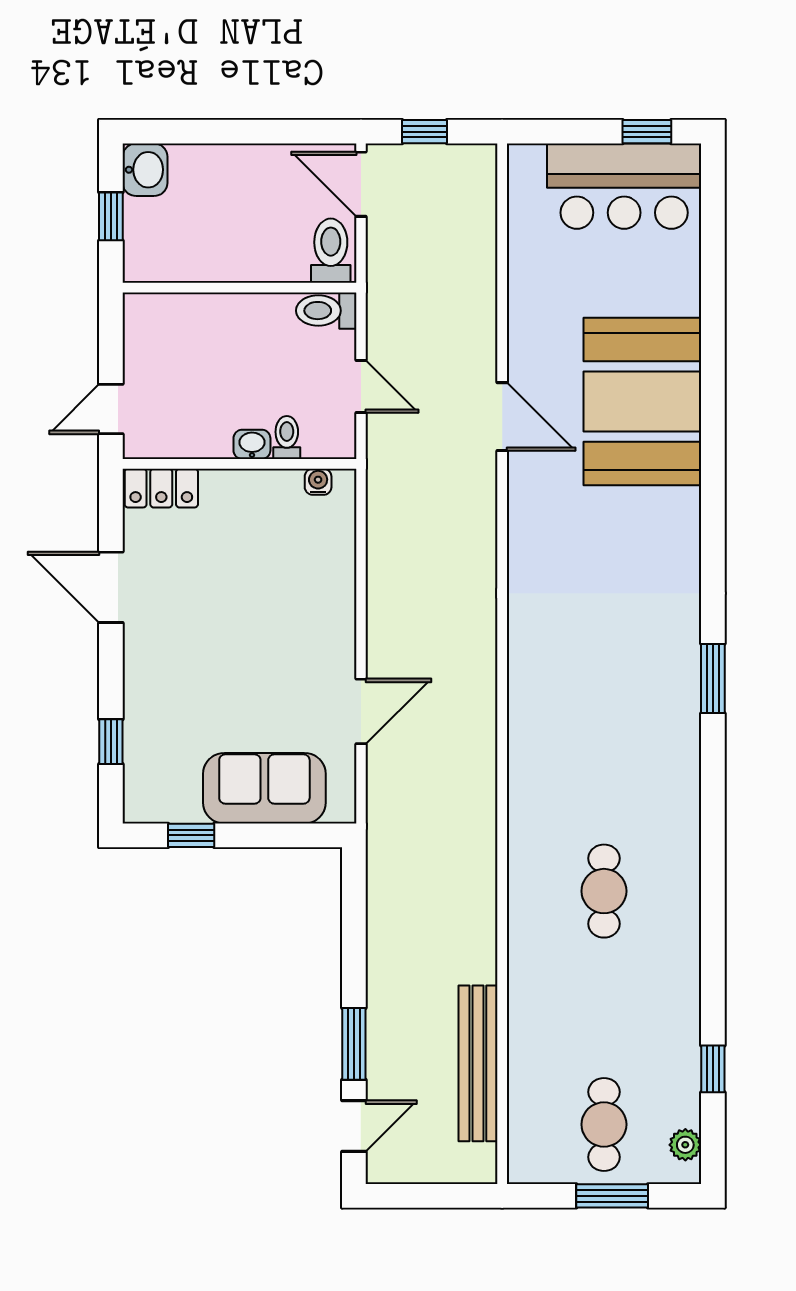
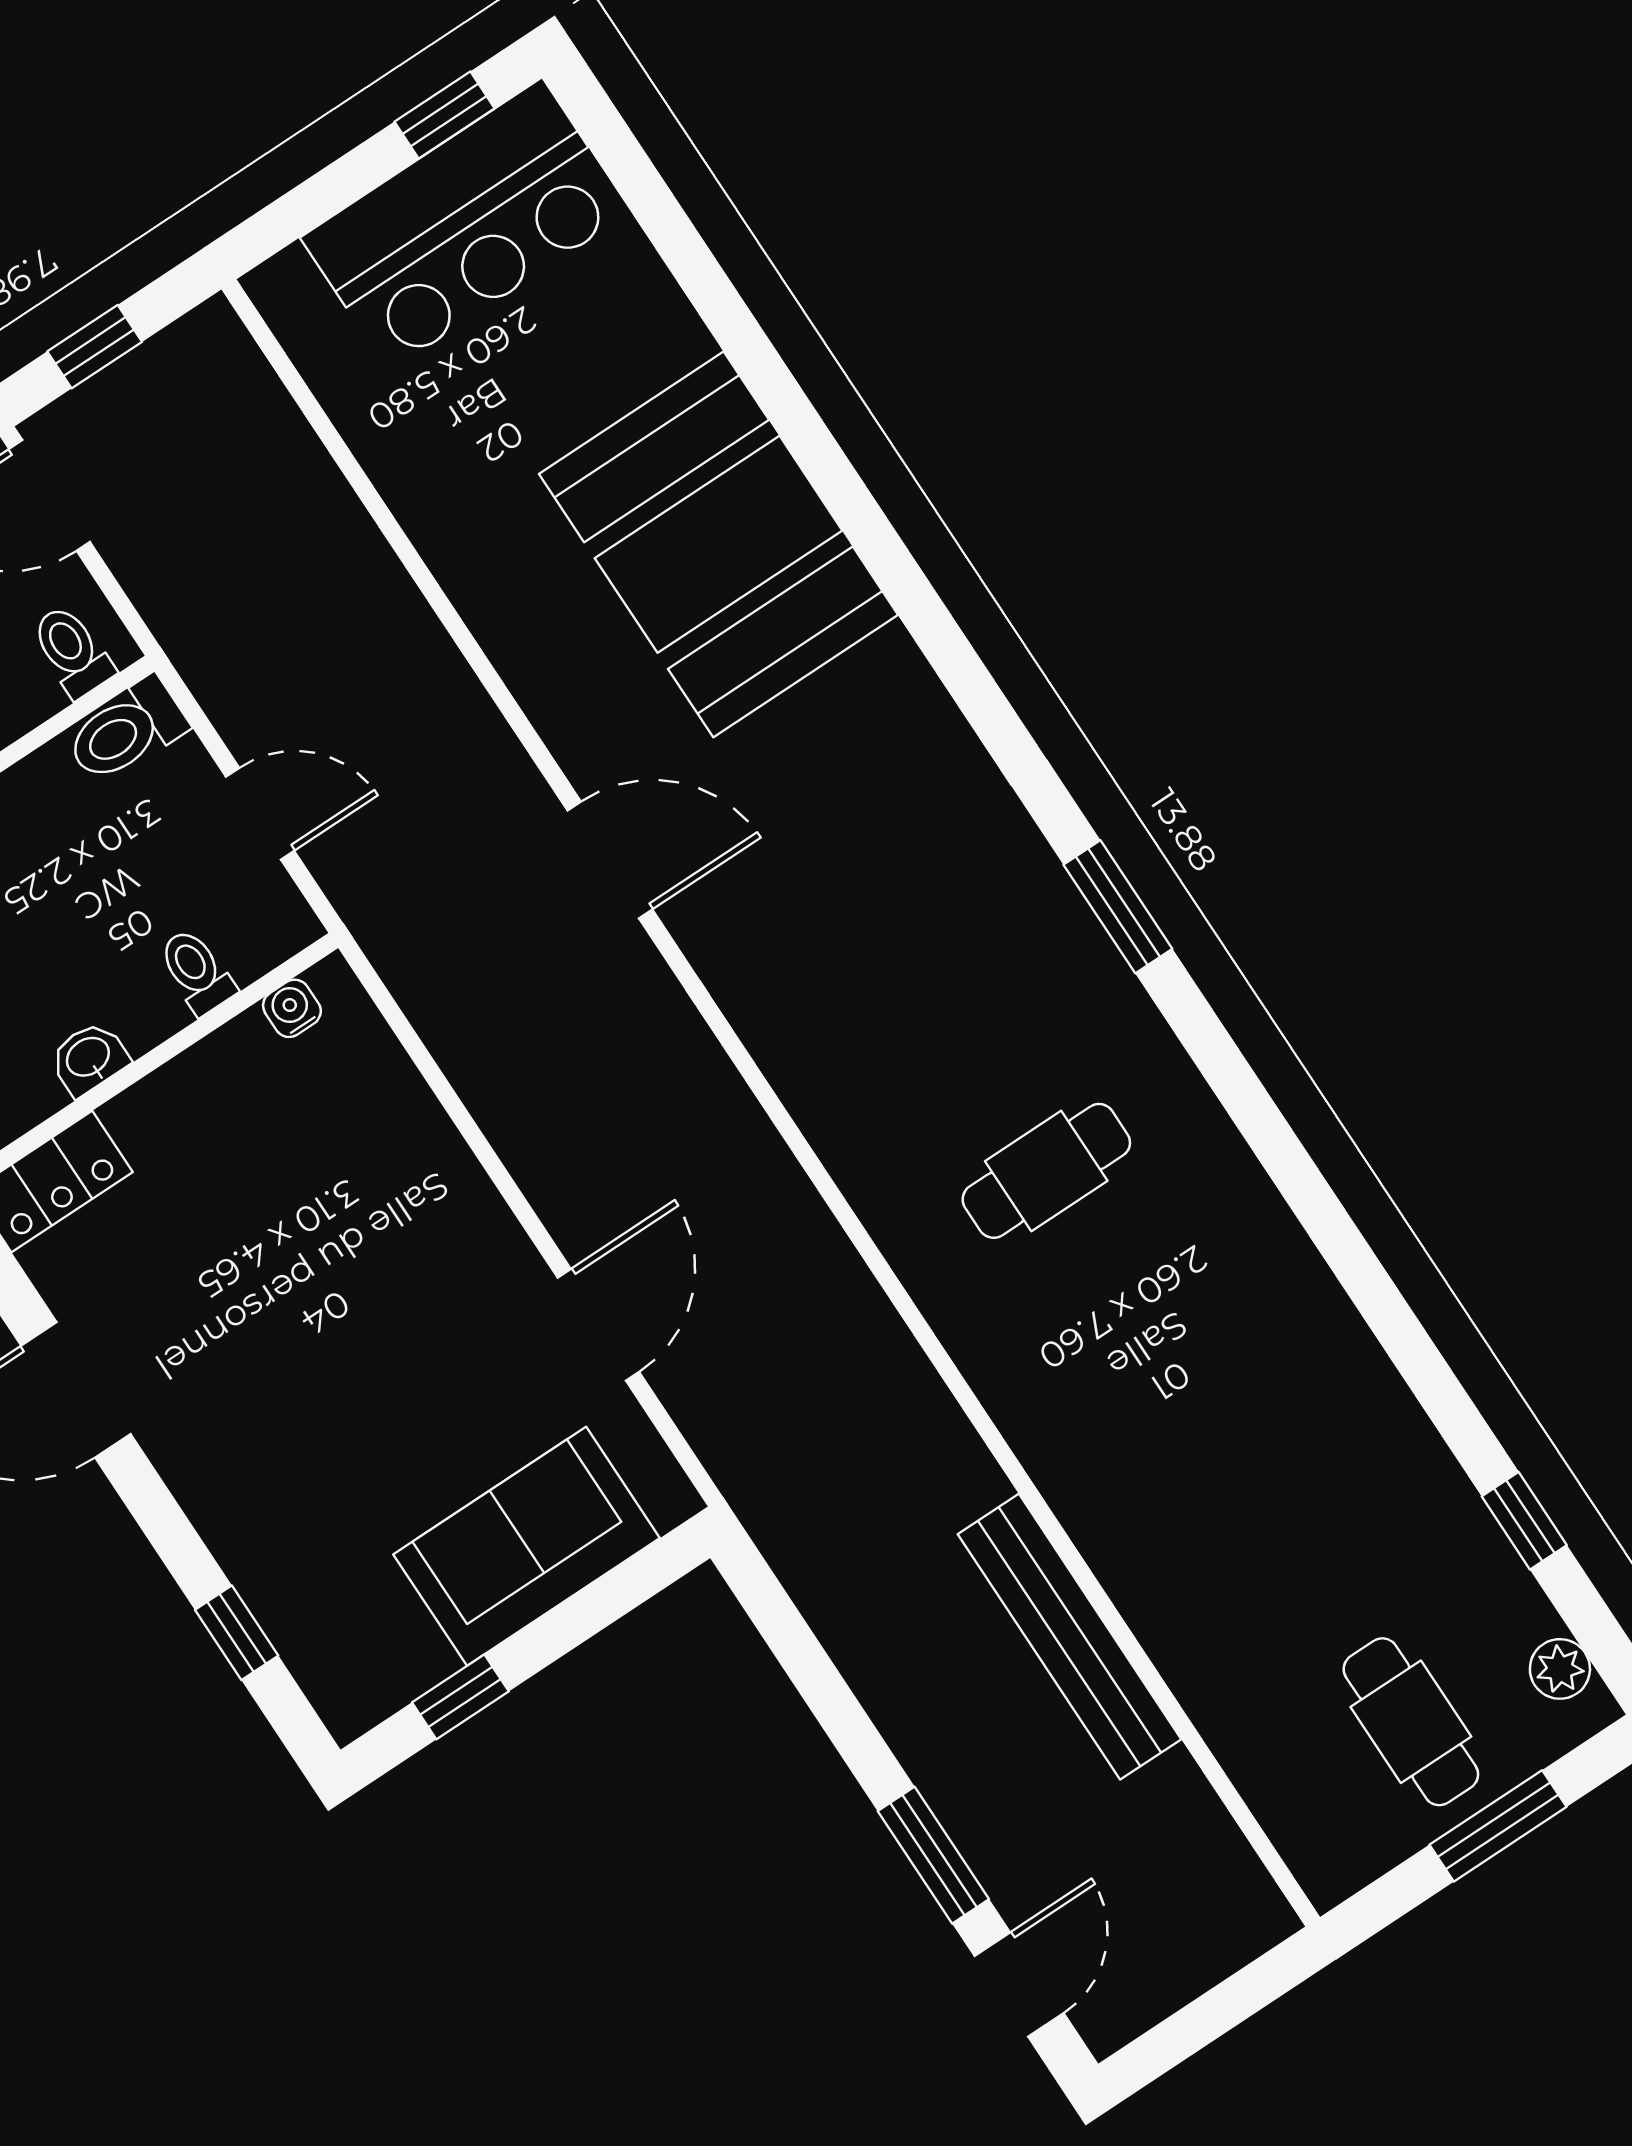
toilet: (331, 251) -> (72, 651), width x0.73, depth x0.72
door: (502, 417) -> (610, 860), moved
washbasin: (252, 444) -> (89, 1058), moved
cafe table: (604, 891) -> (1046, 1171), moved, turned 90
bench: (478, 1063) -> (1069, 1637), moved

